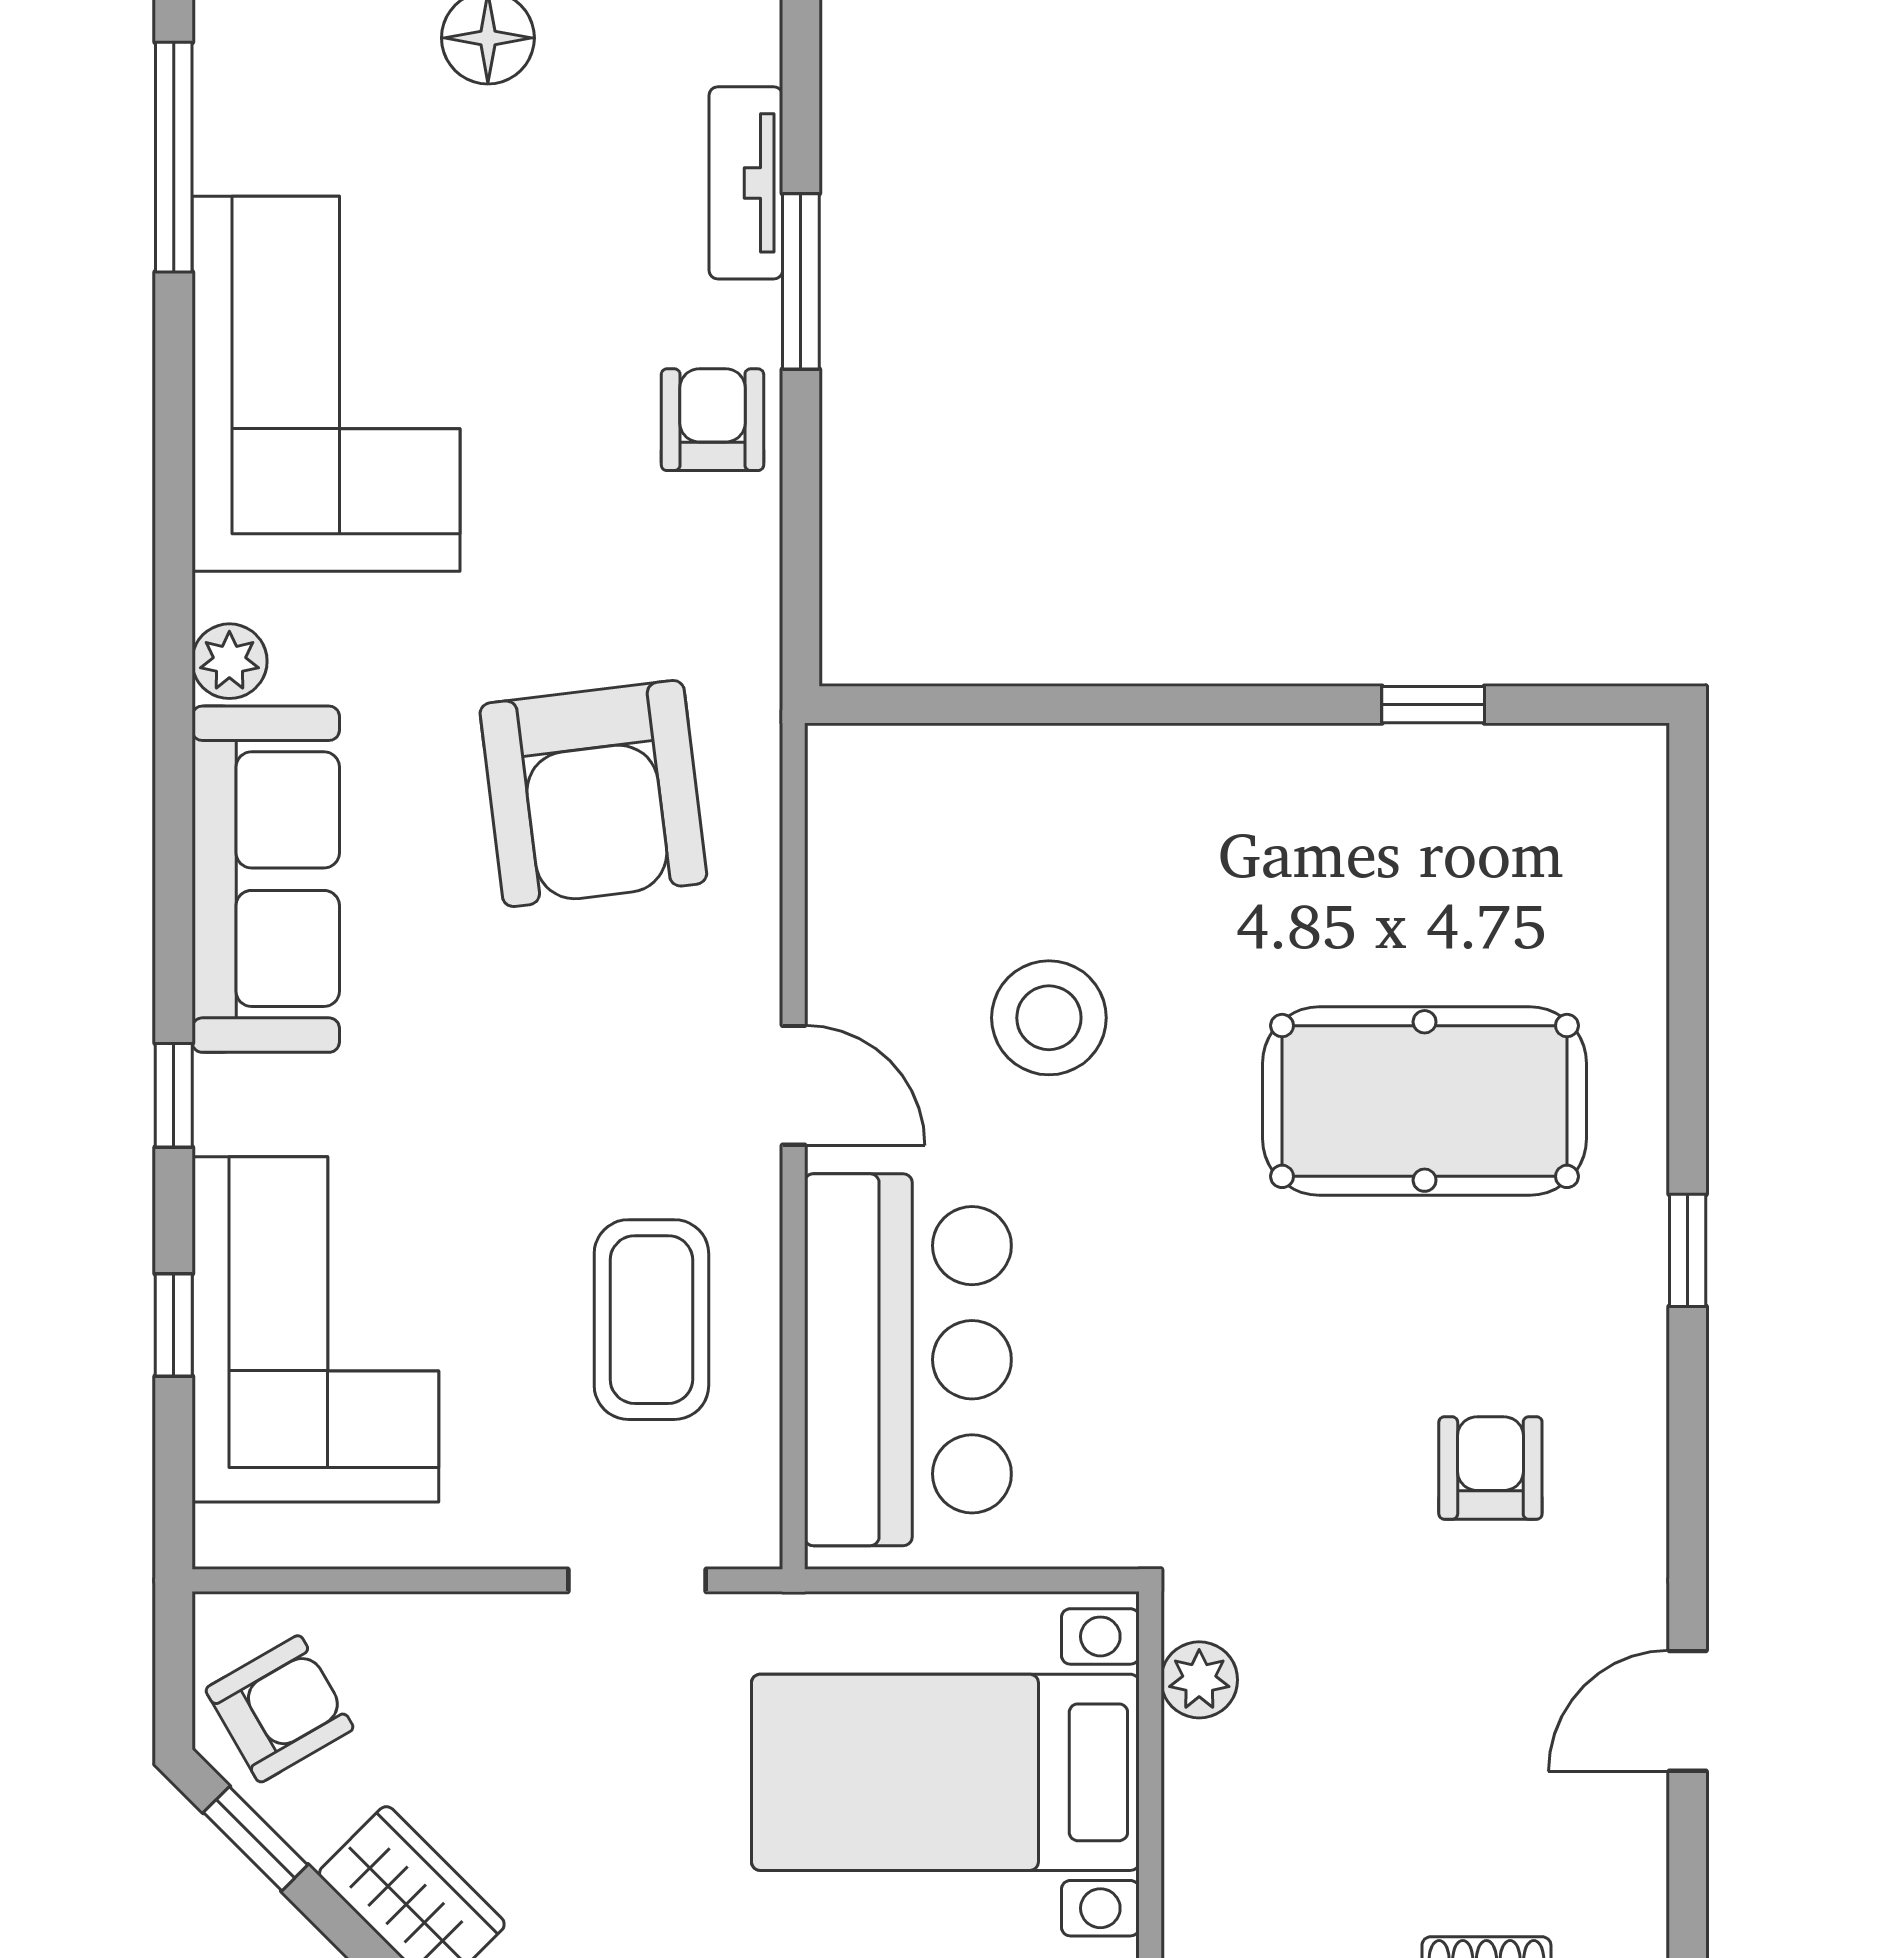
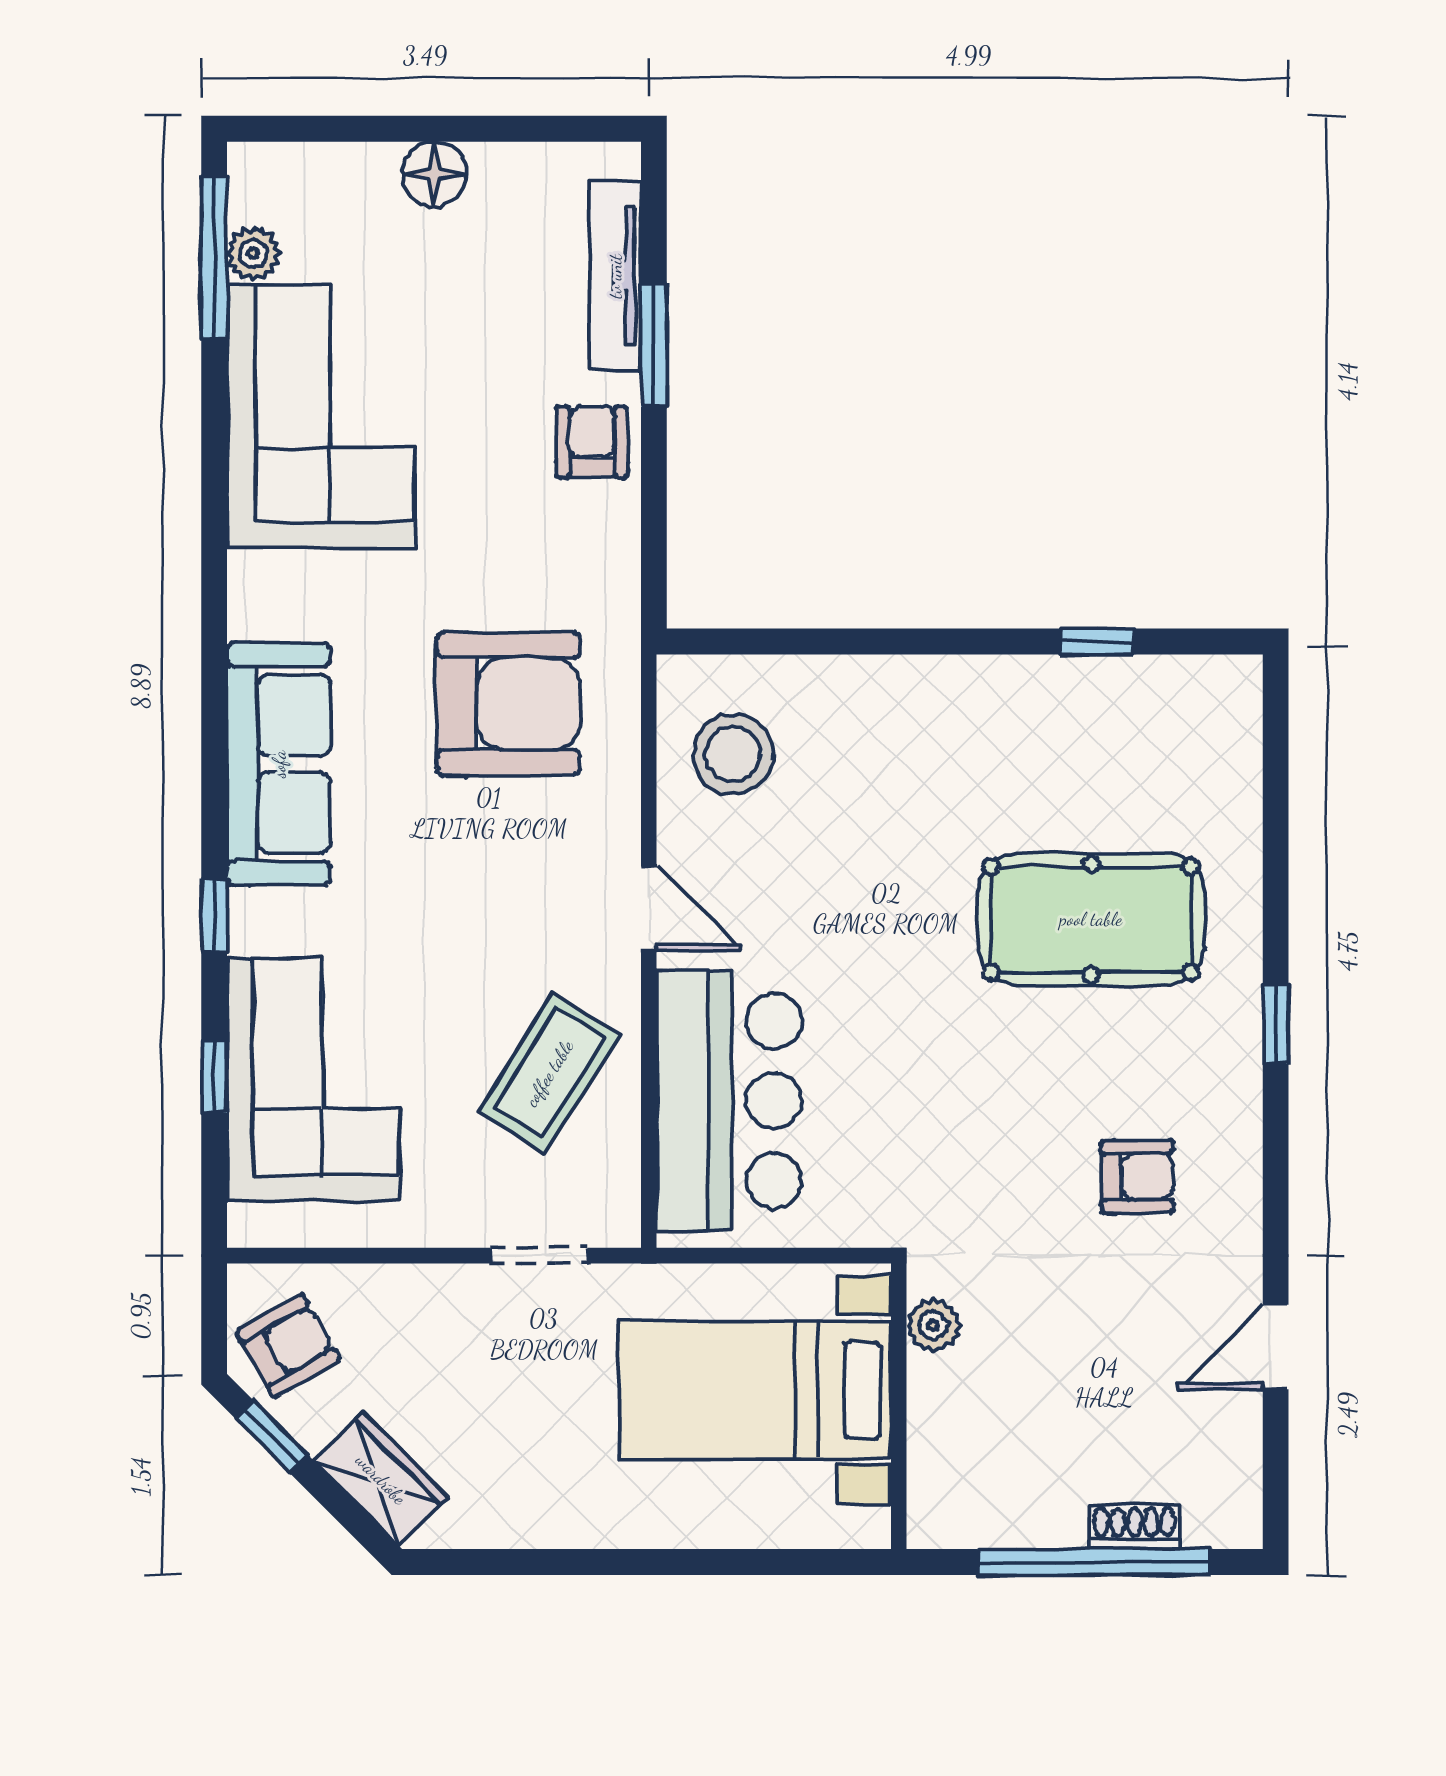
tv unit: (746, 183) -> (615, 276), width x1.41
plant: (229, 661) -> (253, 254), moved
armchair: (593, 793) -> (508, 704), turned -83
stool: (1049, 1018) -> (733, 754), moved
coffee table: (651, 1320) -> (549, 1073), turned 32
armchair: (1490, 1468) -> (1137, 1177), turned 89

